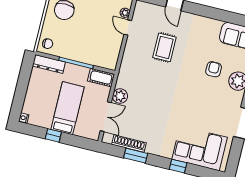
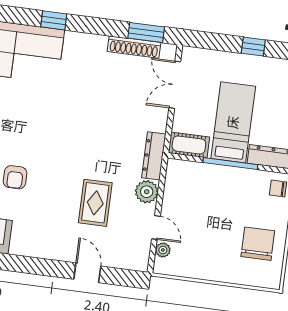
dresser: (124, 73) -> (154, 156), added
plant: (120, 96) -> (147, 192), moved
bed: (68, 108) -> (233, 122), moved, turned 180
window: (136, 156) -> (146, 32), moved

